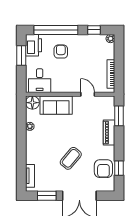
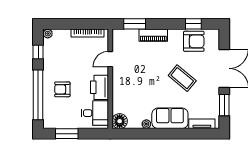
printer: (34, 45) -> (100, 87), moved, turned -90
sofa: (56, 105) -> (170, 118), moved, turned -90

